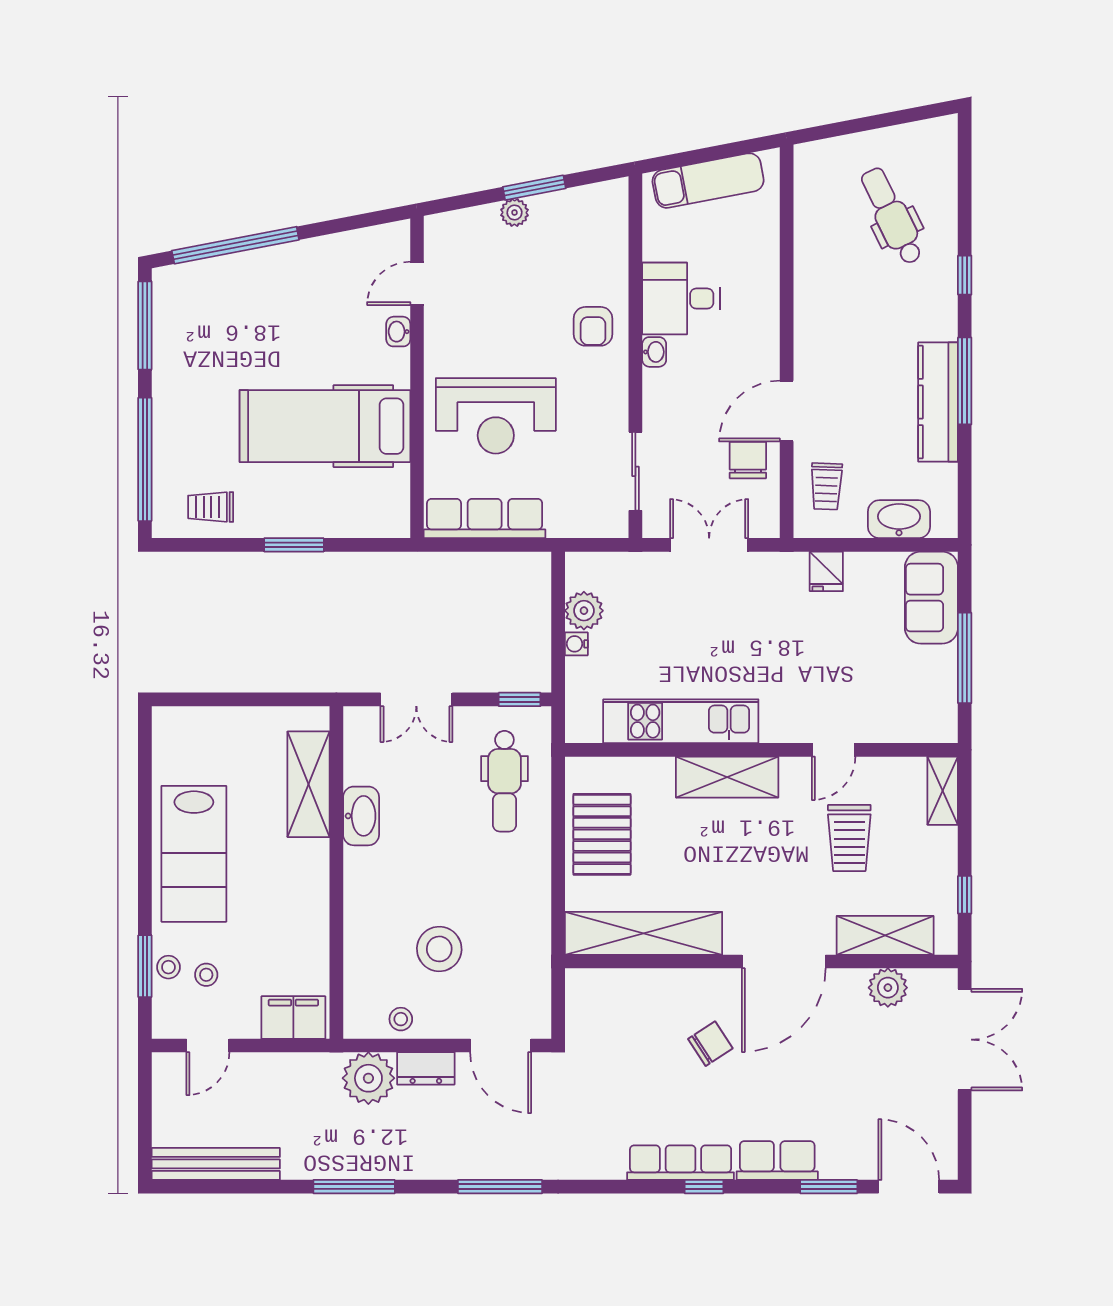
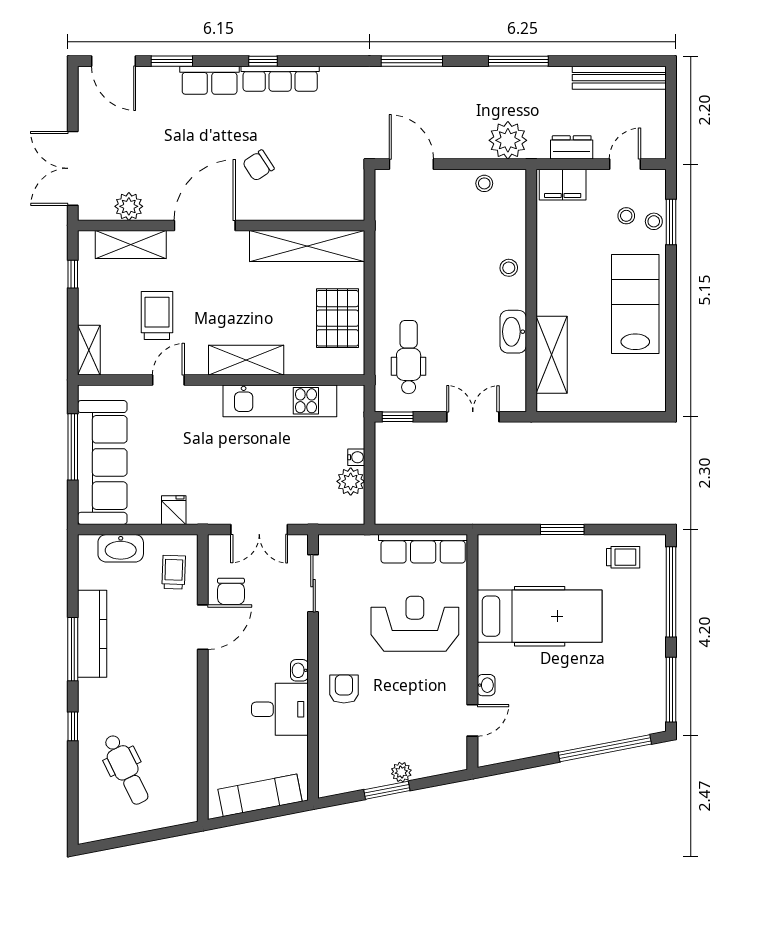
sofa: (931, 598) -> (102, 462), width x1.85, depth x1.27
stool: (439, 949) -> (509, 268), moved, width x0.53, depth x0.53
dresser: (426, 1068) -> (572, 147), moved

